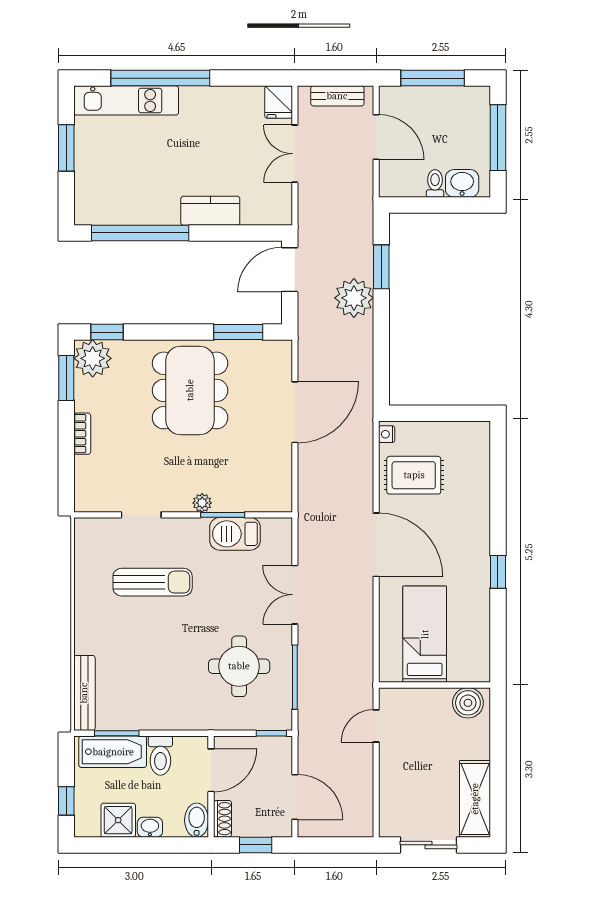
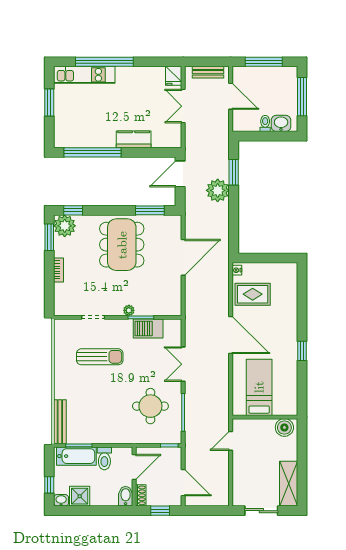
washbasin: (150, 827) -> (61, 500), moved

